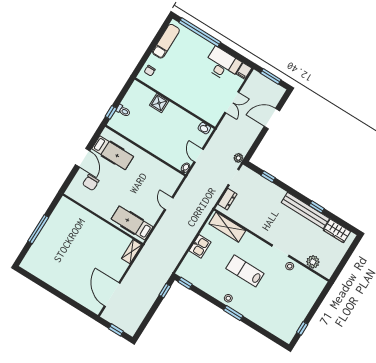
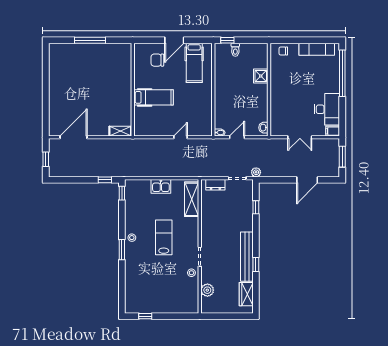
door: (272, 119) -> (307, 180), swing flipped
hospital bed: (132, 223) -> (154, 97), moved, turned 90

